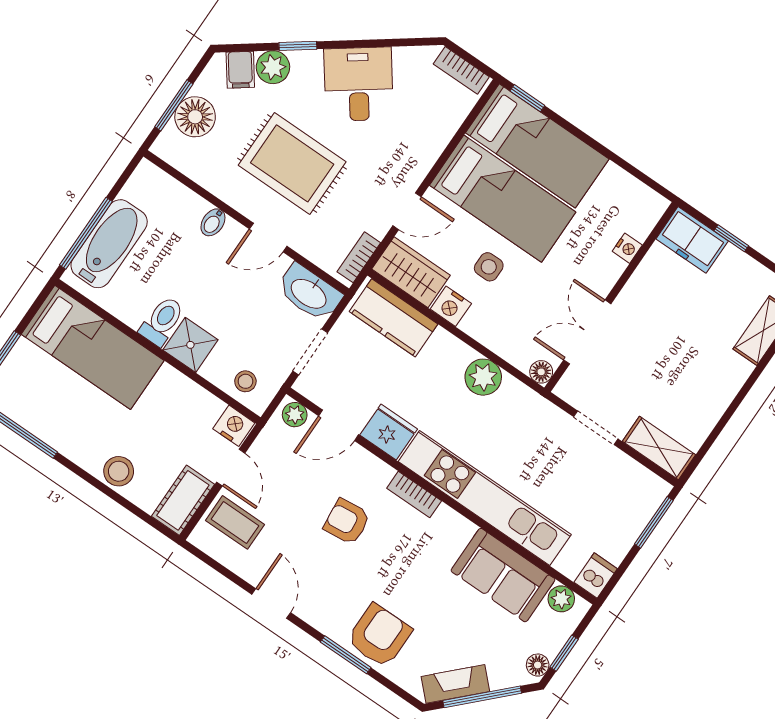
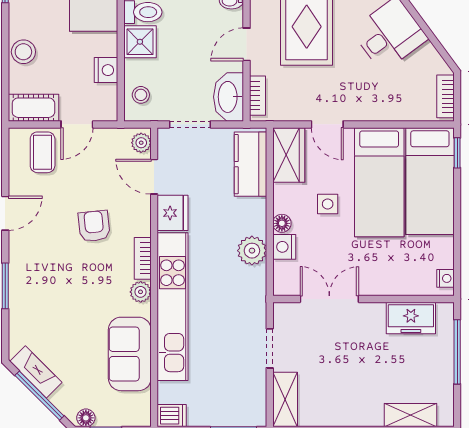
door: (268, 237) -> (247, 44), hinge flipped
window: (731, 238) -> (457, 352), width x2.17
freezer: (692, 240) -> (411, 318), moved, turned -90
nightstand: (627, 248) -> (445, 278), moved, turned -90
bookcase: (359, 257) -> (258, 96), moved, turned 90
nightstand: (451, 306) -> (284, 247), moved
floor lamp: (541, 372) -> (282, 223), moved
nightstand: (234, 426) -> (106, 70), moved
plant: (561, 599) -> (141, 292), moved
armchair: (379, 636) -> (33, 300), removed

